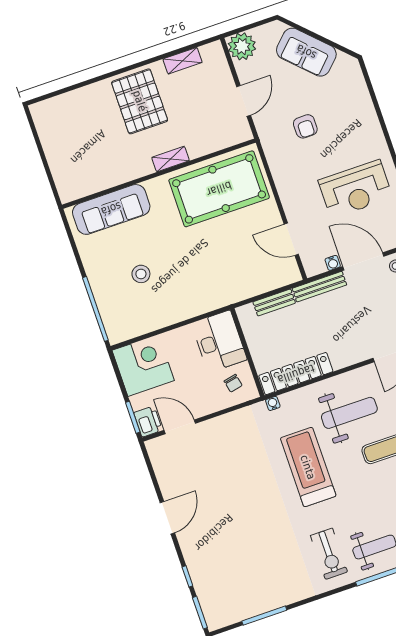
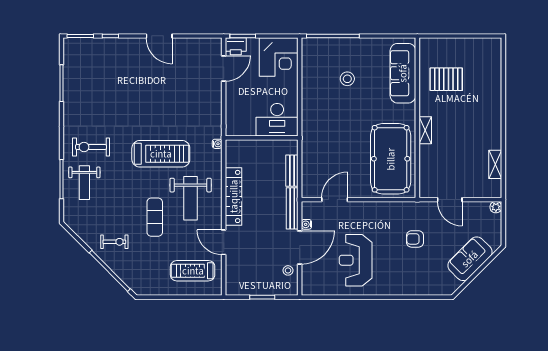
plant: (242, 46) -> (496, 207), width x0.53, depth x0.53
pallet: (140, 101) -> (446, 79), moved, width x0.73, depth x0.71
locker: (296, 374) -> (234, 196), moved
chair: (233, 383) -> (242, 119), removed

